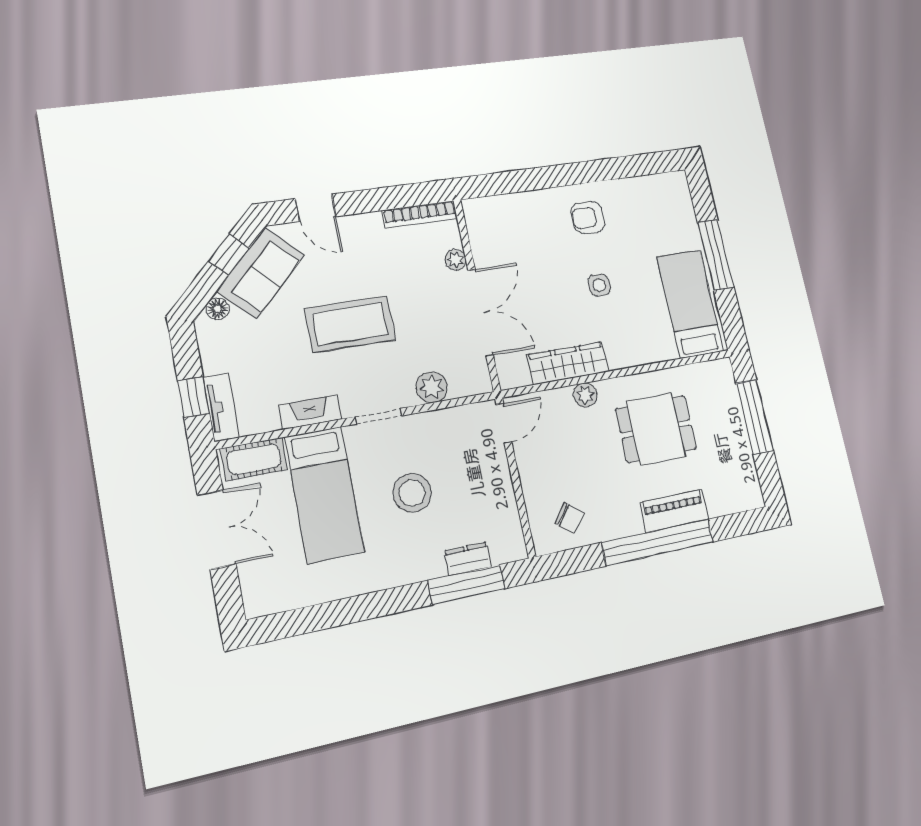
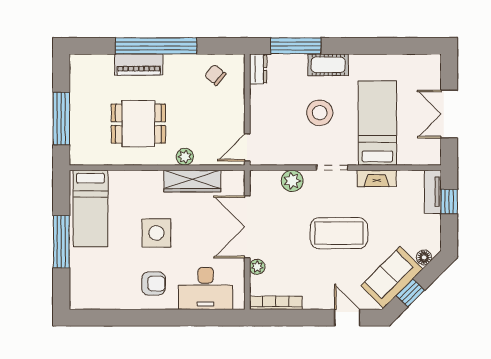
desk: (519, 221) -> (206, 288), added
side table: (599, 285) -> (156, 233), width x1.87, depth x1.87
cot: (254, 459) -> (328, 65), moved
dresser: (468, 559) -> (258, 69), moved, turned -90

